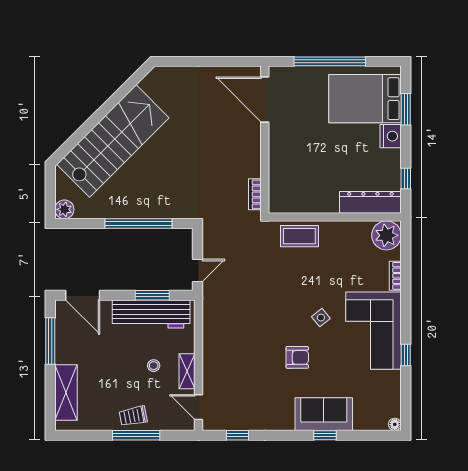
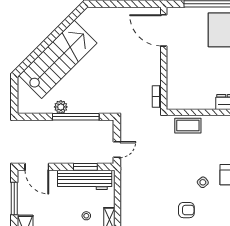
plant: (64, 209) -> (61, 107), moved

